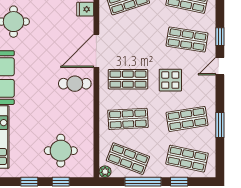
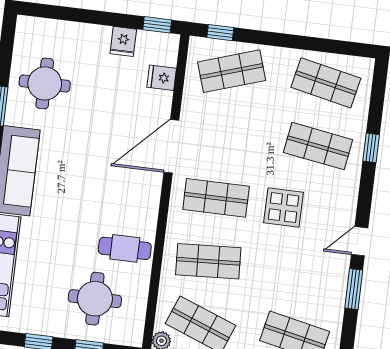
door: (220, 66) -> (360, 241), moved
cafe table: (75, 84) -> (125, 248), moved
shop shelf: (187, 119) -> (302, 273), removed

